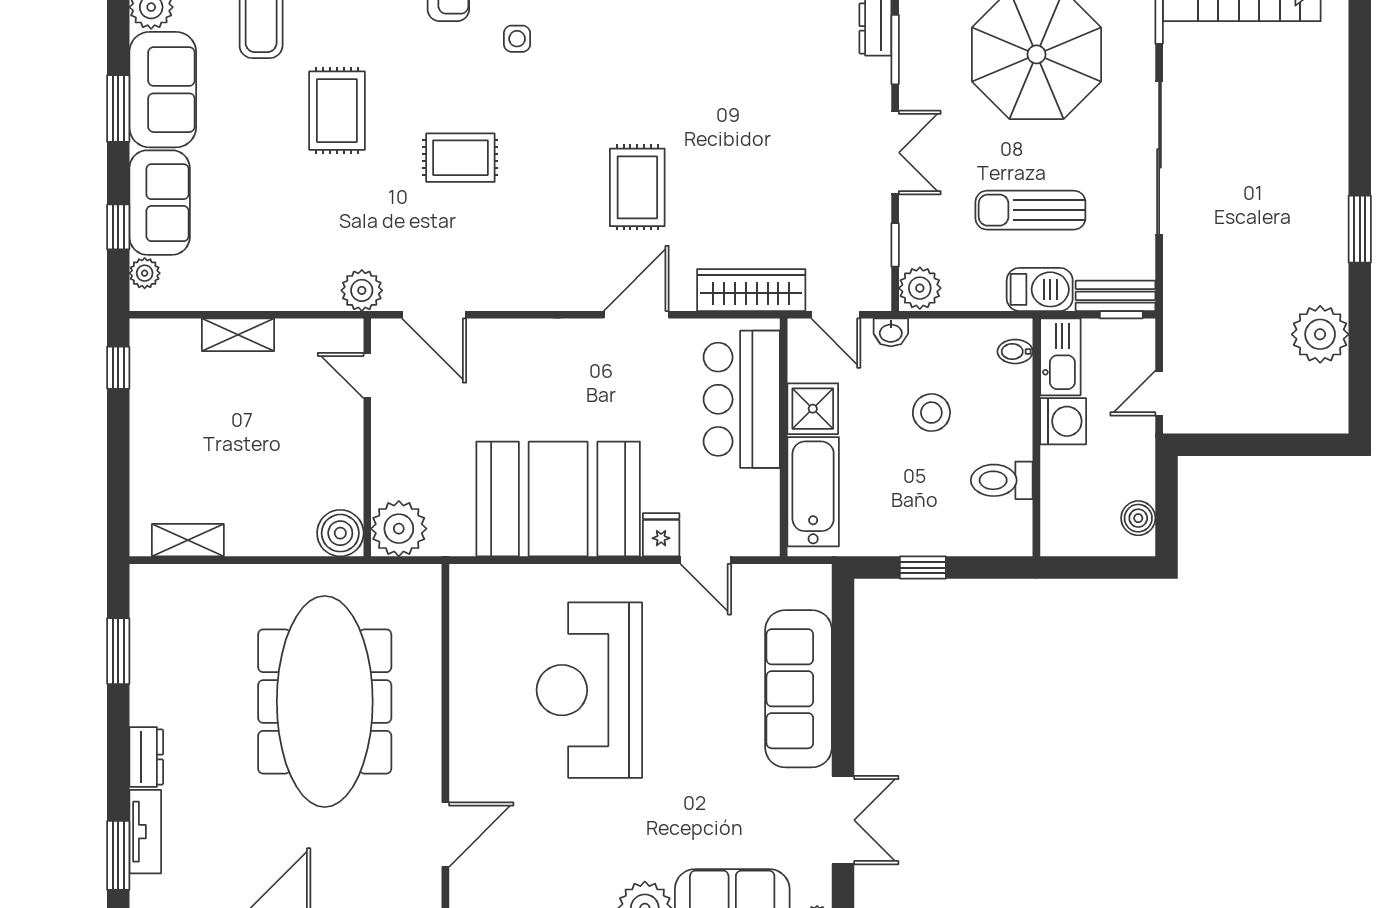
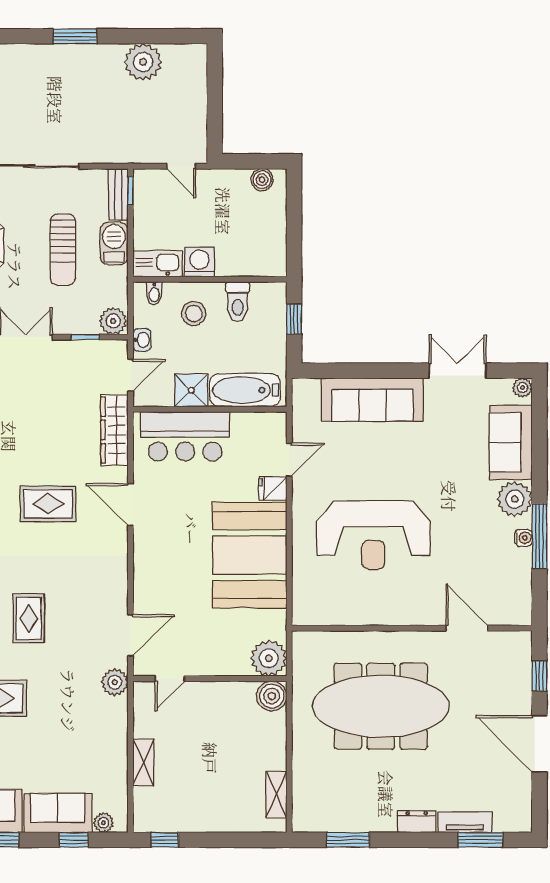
bidet: (1015, 352) -> (154, 293), moved
kitchen sink: (1060, 357) -> (158, 264), moved
washing machine: (1063, 421) -> (199, 262), moved
wall: (1036, 437) -> (210, 279), moved
toilet: (1002, 480) -> (238, 302), moved

